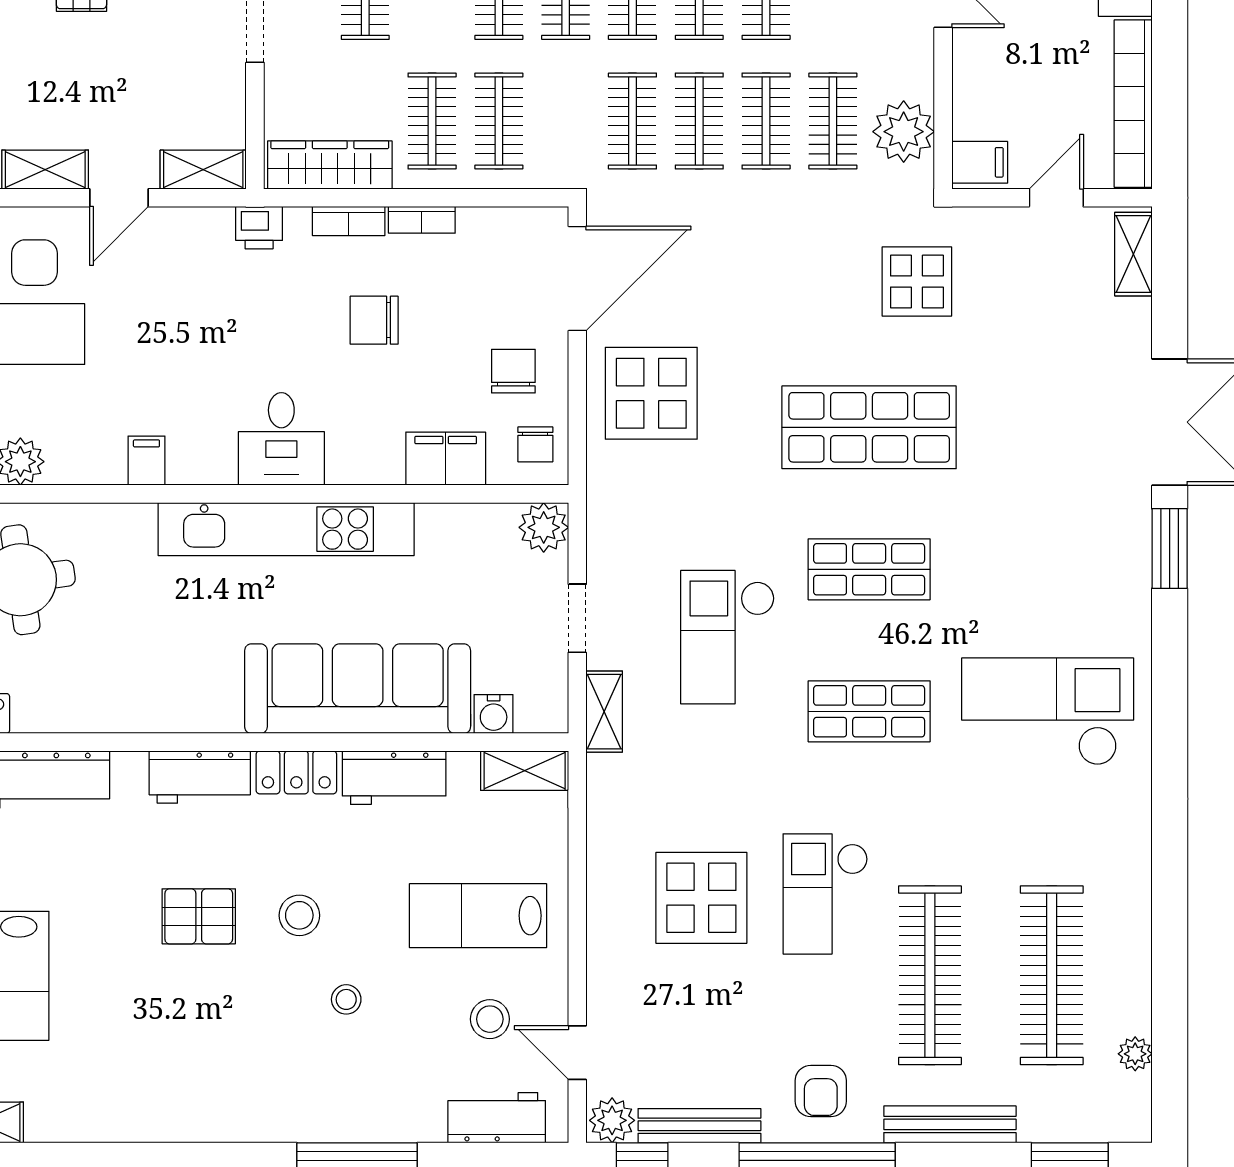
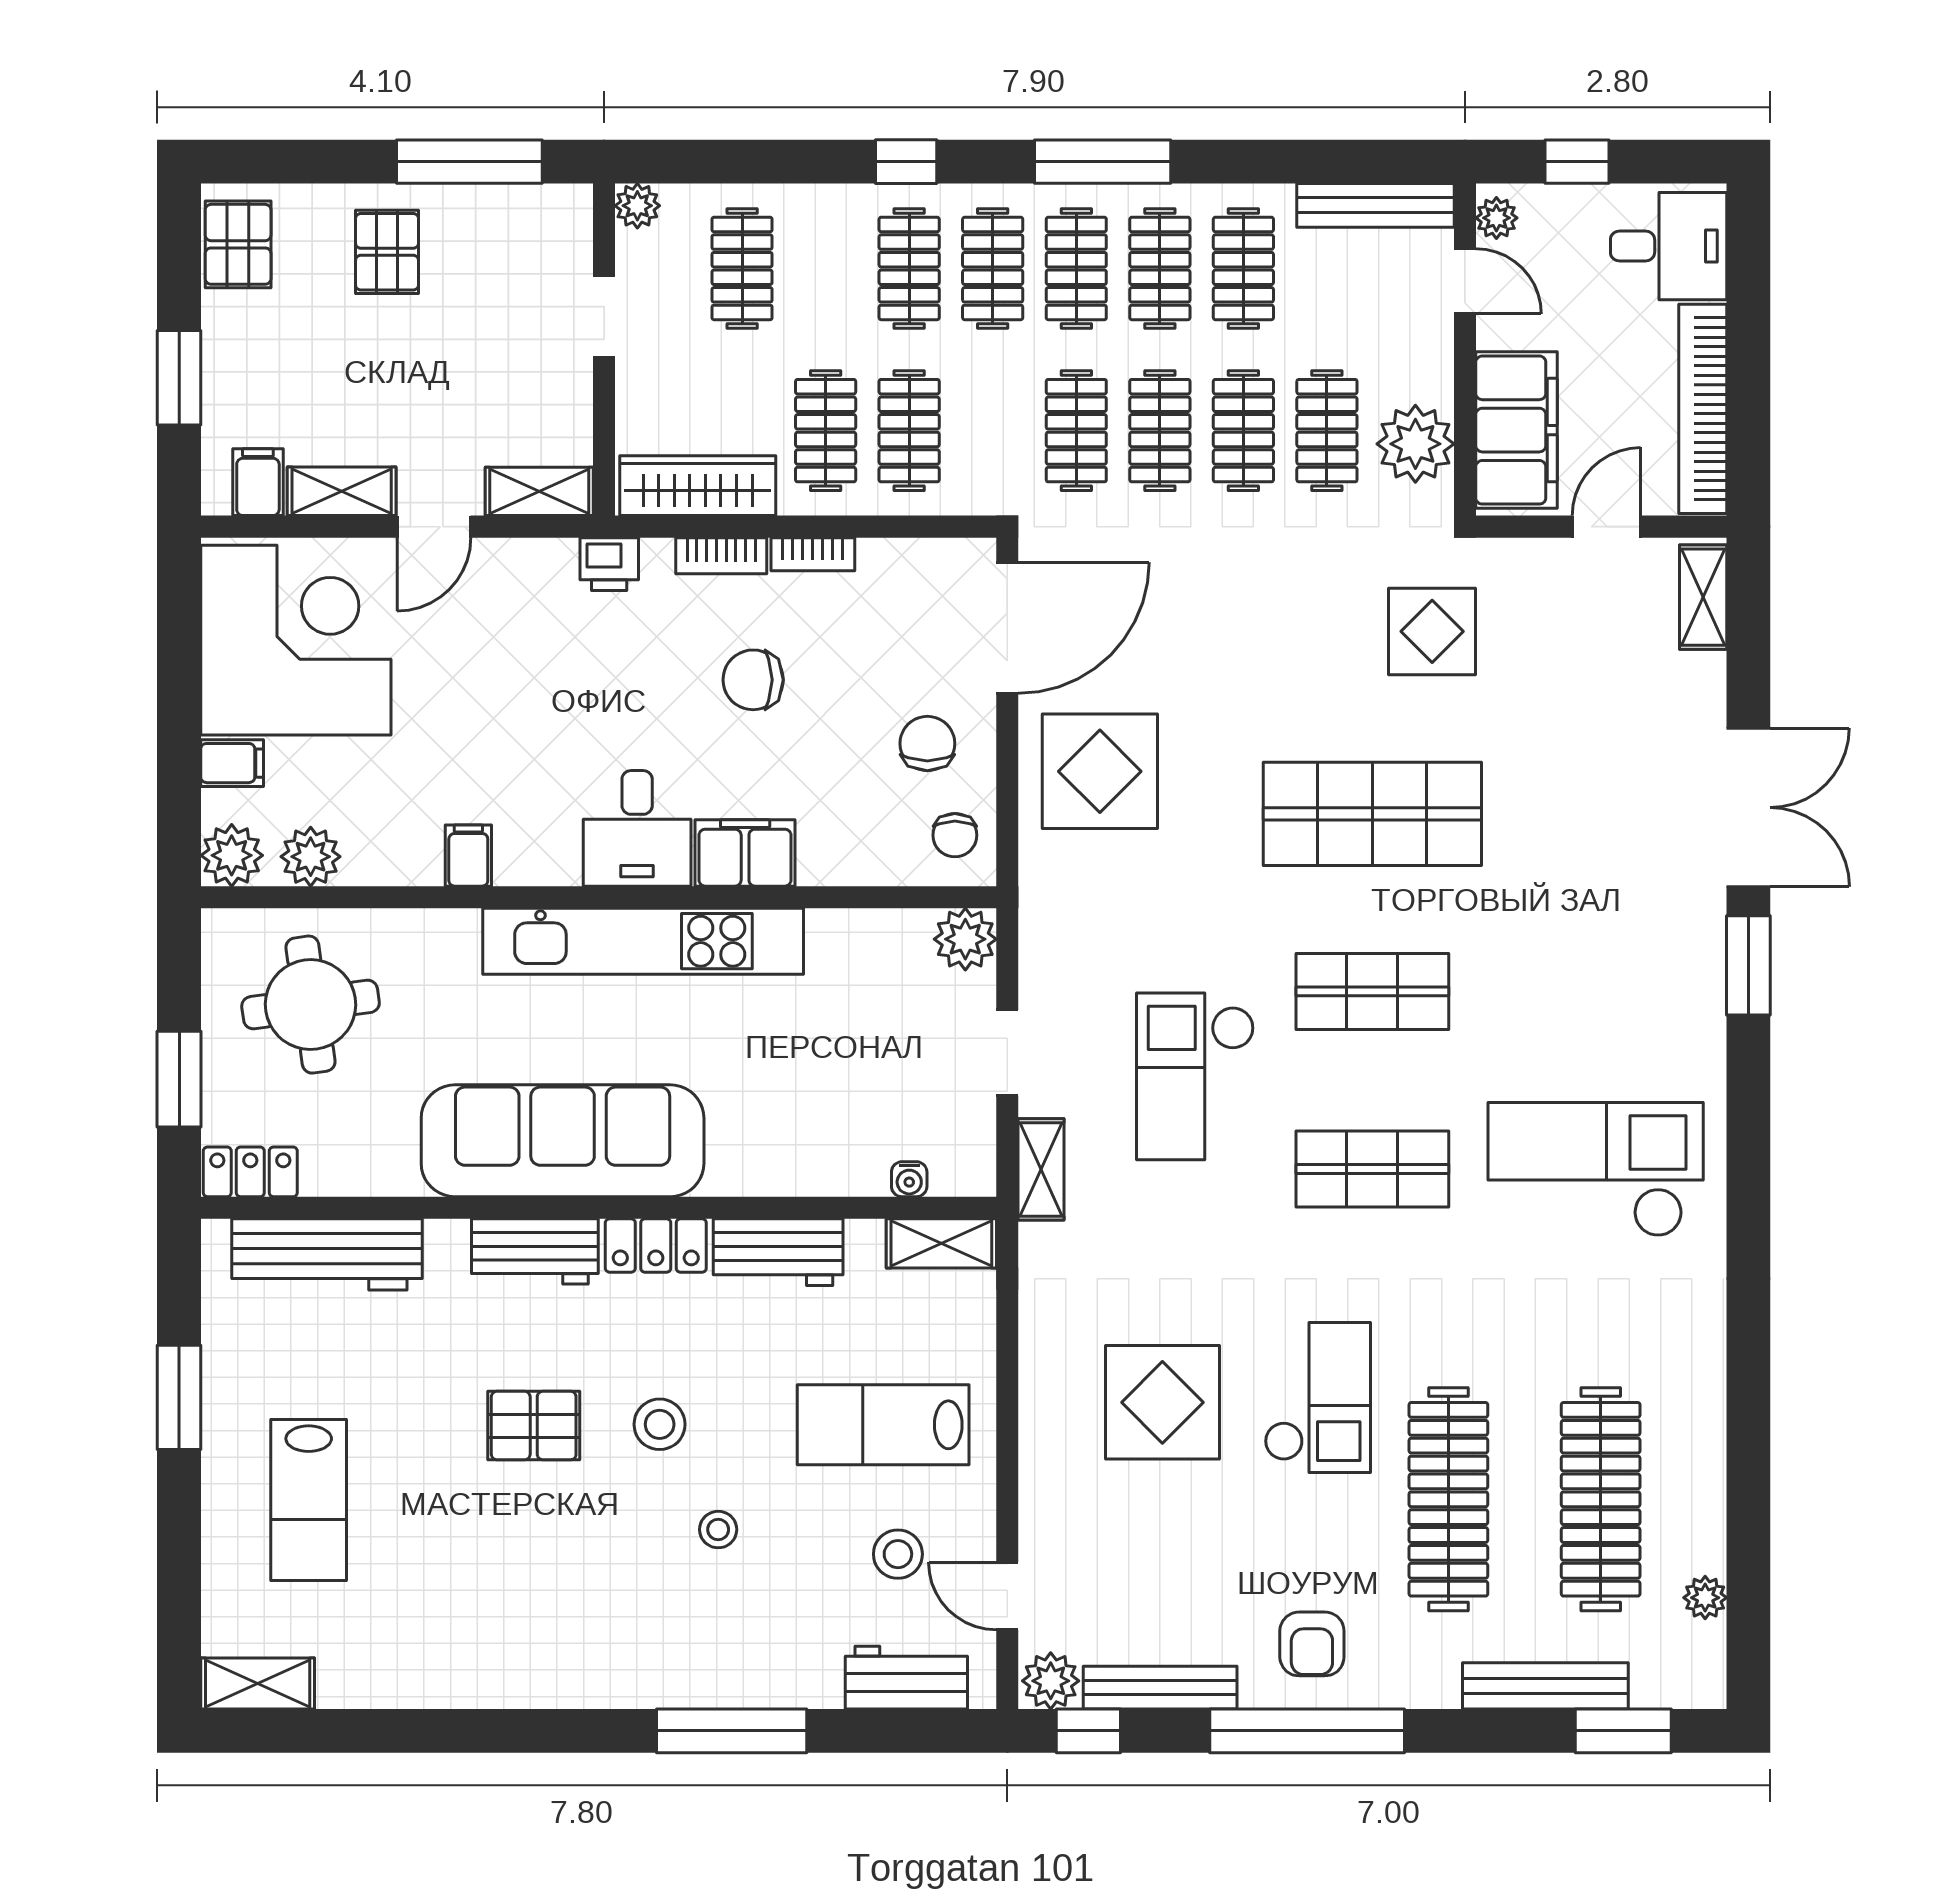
filing cabinet: (980, 162) -> (1516, 430), width x3.00, depth x1.17
filing cabinet: (446, 459) -> (745, 853), moved
sofa: (358, 689) -> (563, 1141), moved
water cooler: (494, 714) -> (909, 1179), width x0.72, depth x0.72
checkout: (825, 894) -> (1318, 1397), turned 180
bench: (950, 1124) -> (1545, 1686), moved

